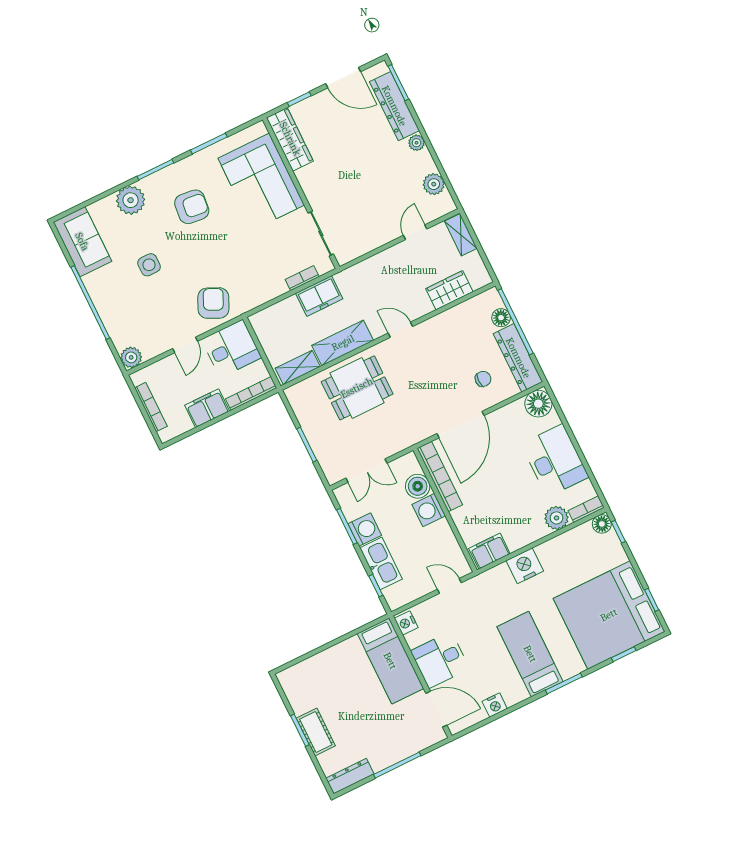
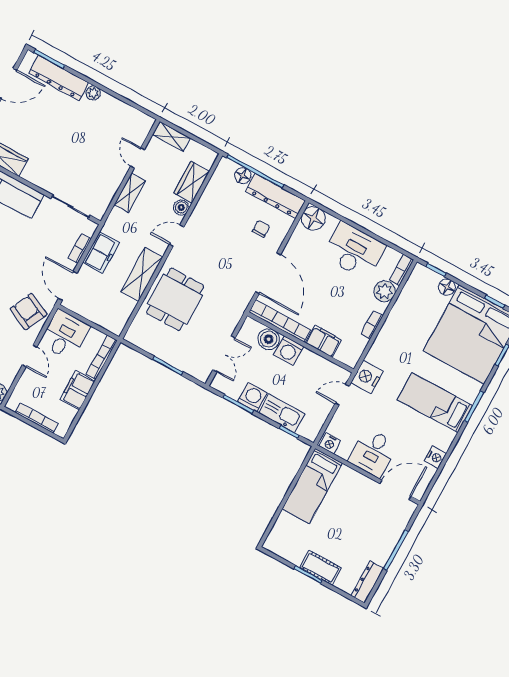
plant: (434, 184) -> (126, 114), removed
door: (266, 305) -> (68, 286), added
boiler: (423, 307) -> (181, 208), added
shelving: (298, 367) -> (130, 193), moved
floor lamp: (602, 524) -> (447, 287), moved
bookcase: (523, 541) -> (372, 325), added
filing cabinet: (489, 551) -> (323, 341), moved, turned 90
nightstand: (525, 566) -> (367, 377), moved
bed: (390, 661) -> (312, 486), moved, turned 90

